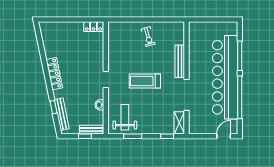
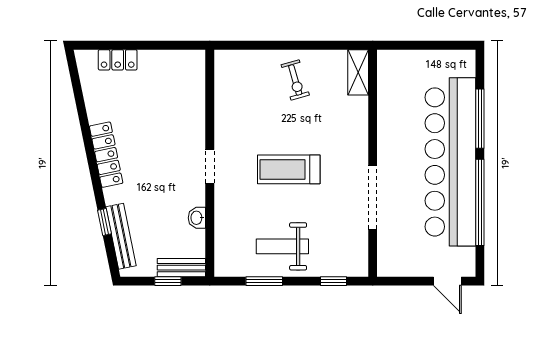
locker: (93, 27) -> (118, 60), moved
bench: (180, 61) -> (359, 130), removed
weight bench: (125, 117) -> (282, 246), moved, turned -90
shelving: (179, 123) -> (358, 72), moved
door: (224, 136) -> (447, 281), swing flipped

